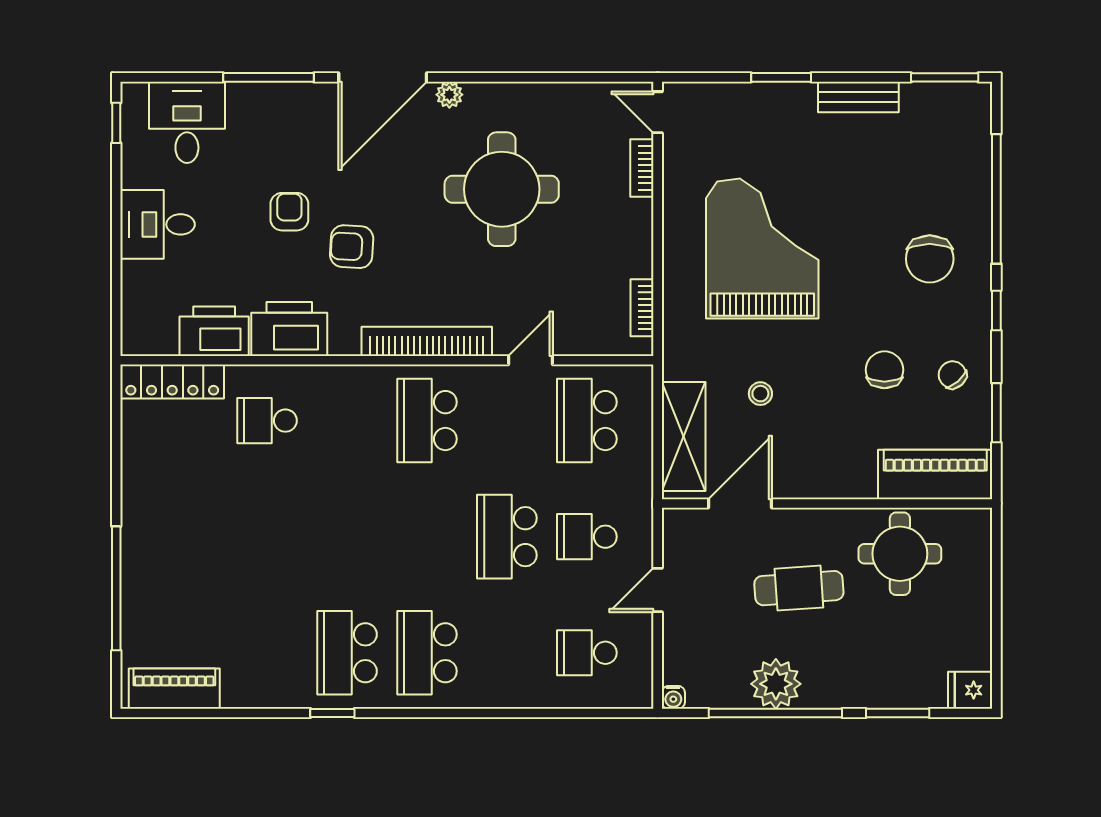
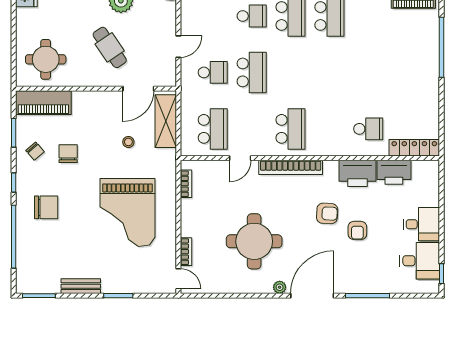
desk: (187, 122) -> (420, 261), moved, turned -90
chair: (930, 259) -> (46, 207), turned 90
chair: (884, 370) -> (68, 154), turned 180
round table: (900, 554) -> (46, 59), moved
cafe table: (799, 588) -> (110, 47), turned 60
school desk: (587, 653) -> (252, 16), moved

